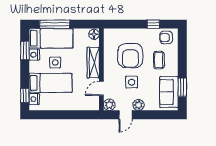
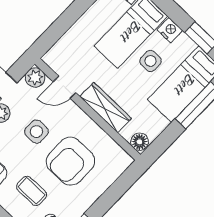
nightstand: (34, 55) -> (170, 30), moved
armchair: (130, 56) -> (70, 161), turned -90
door: (101, 88) -> (65, 87), swing flipped

